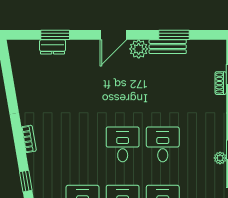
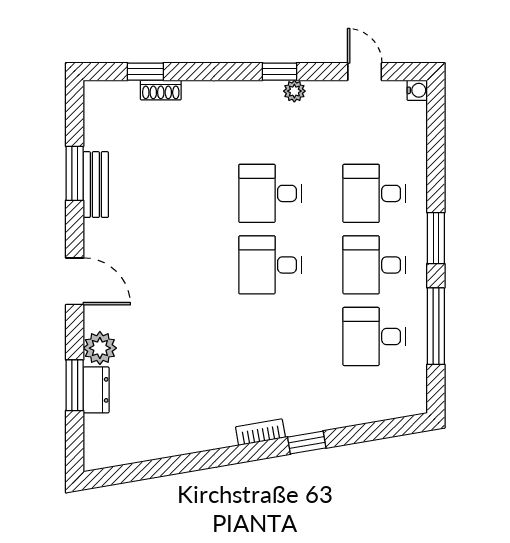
plant: (139, 49) -> (100, 348), moved
window: (26, 181) -> (307, 443), moved

